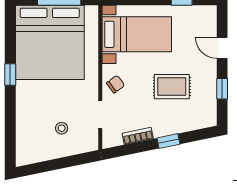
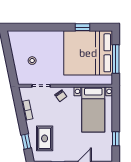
window: (10, 74) -> (83, 27), moved
rug: (172, 87) -> (45, 138), moved
window: (168, 141) -> (26, 142), moved

